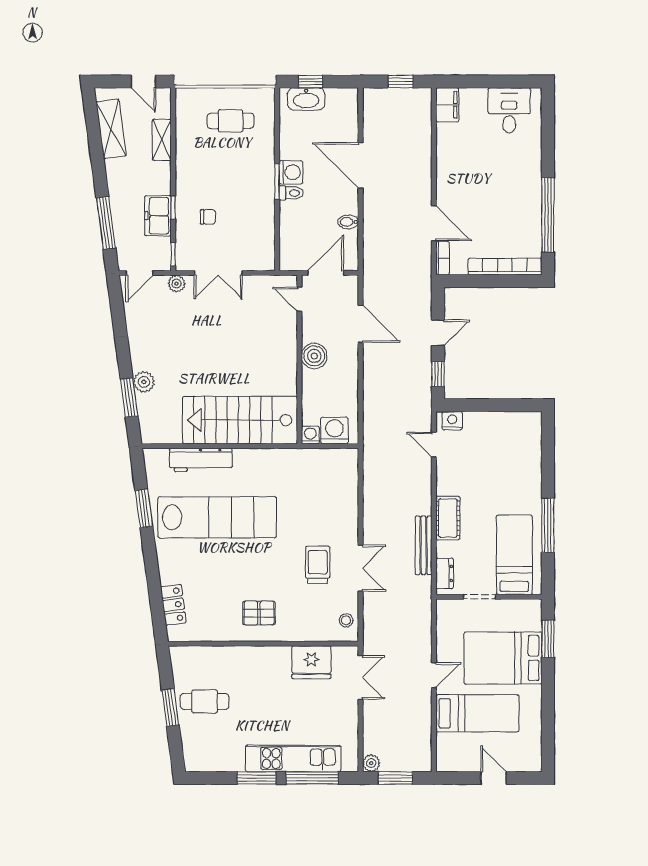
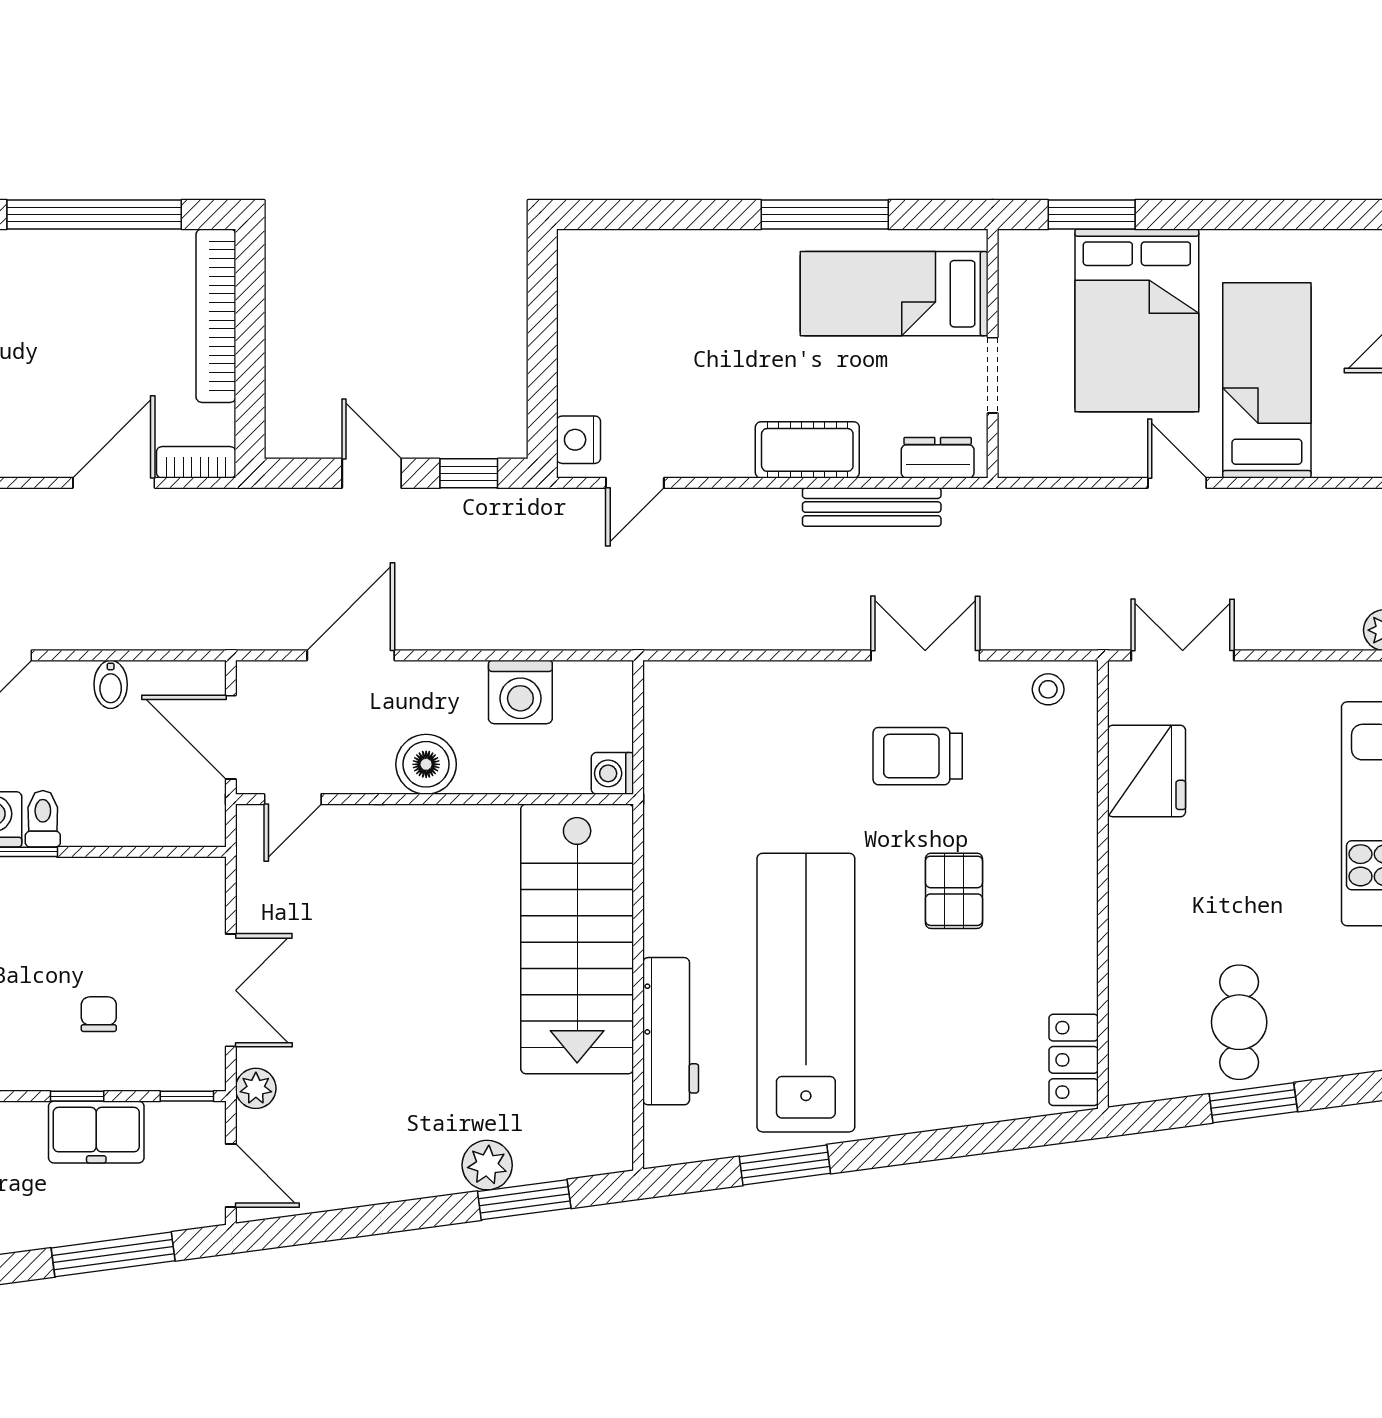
washing machine: (334, 430) -> (520, 692), moved, turned -90
locker: (173, 605) -> (1074, 1060), moved, turned -82
pallet: (259, 613) -> (954, 891), moved

